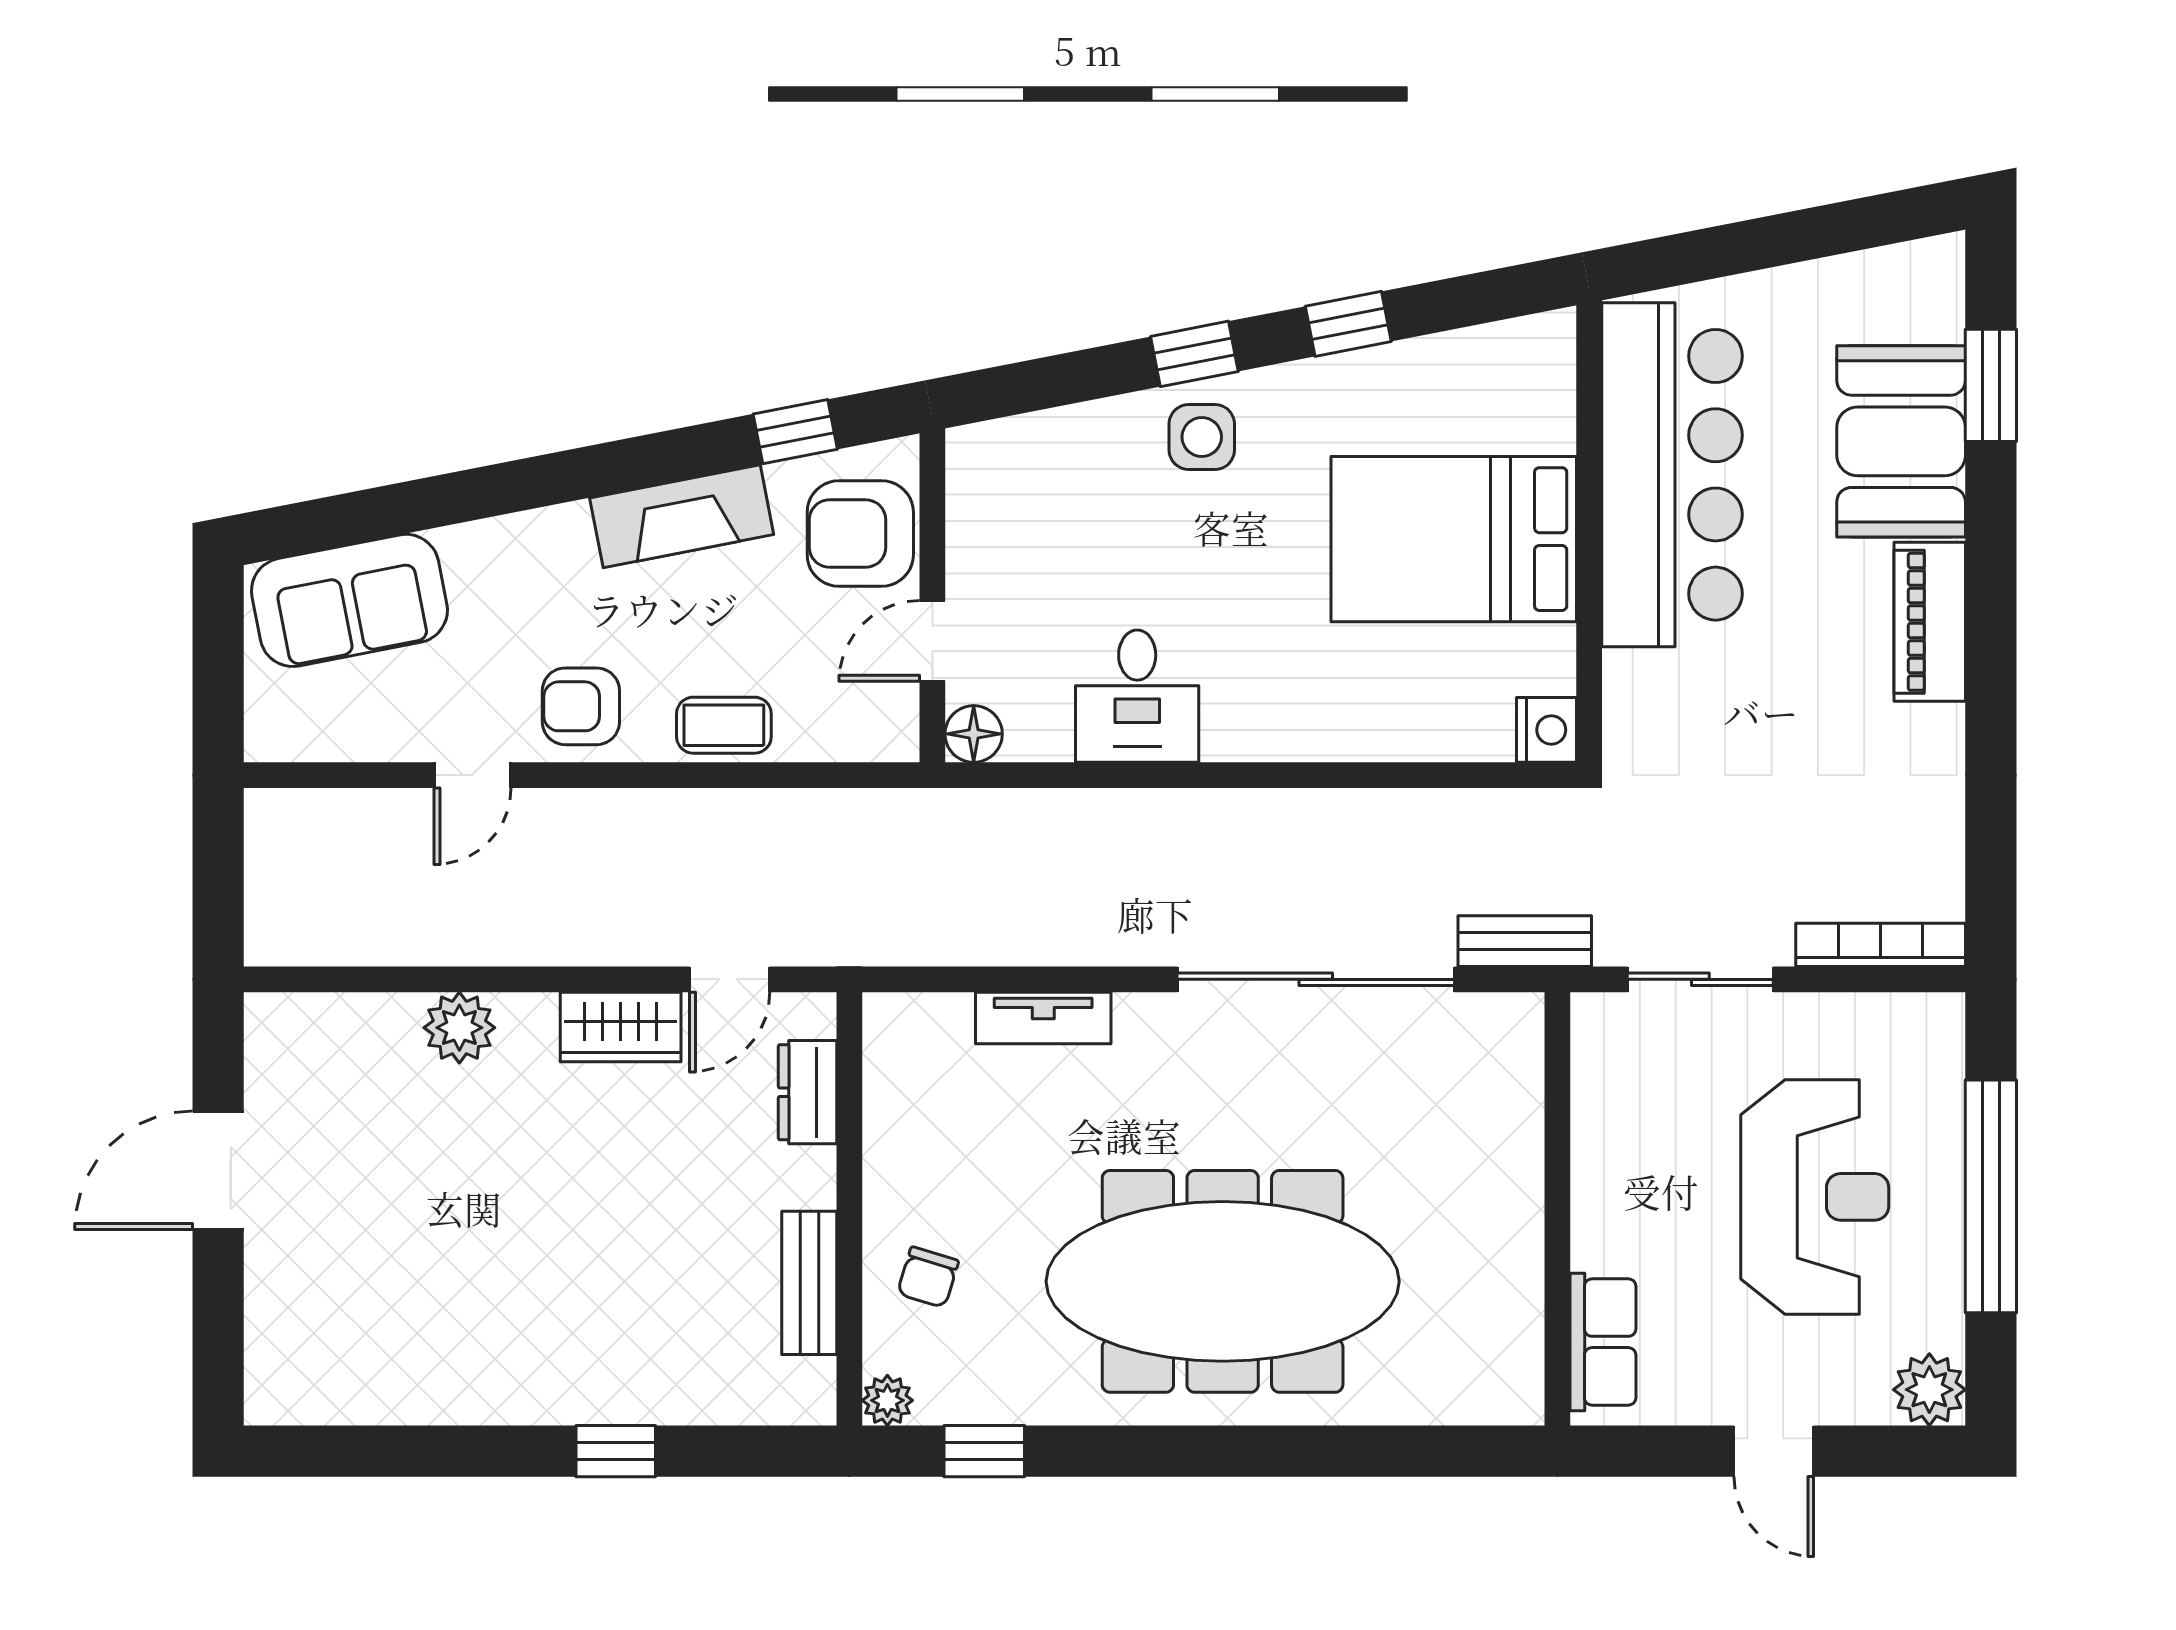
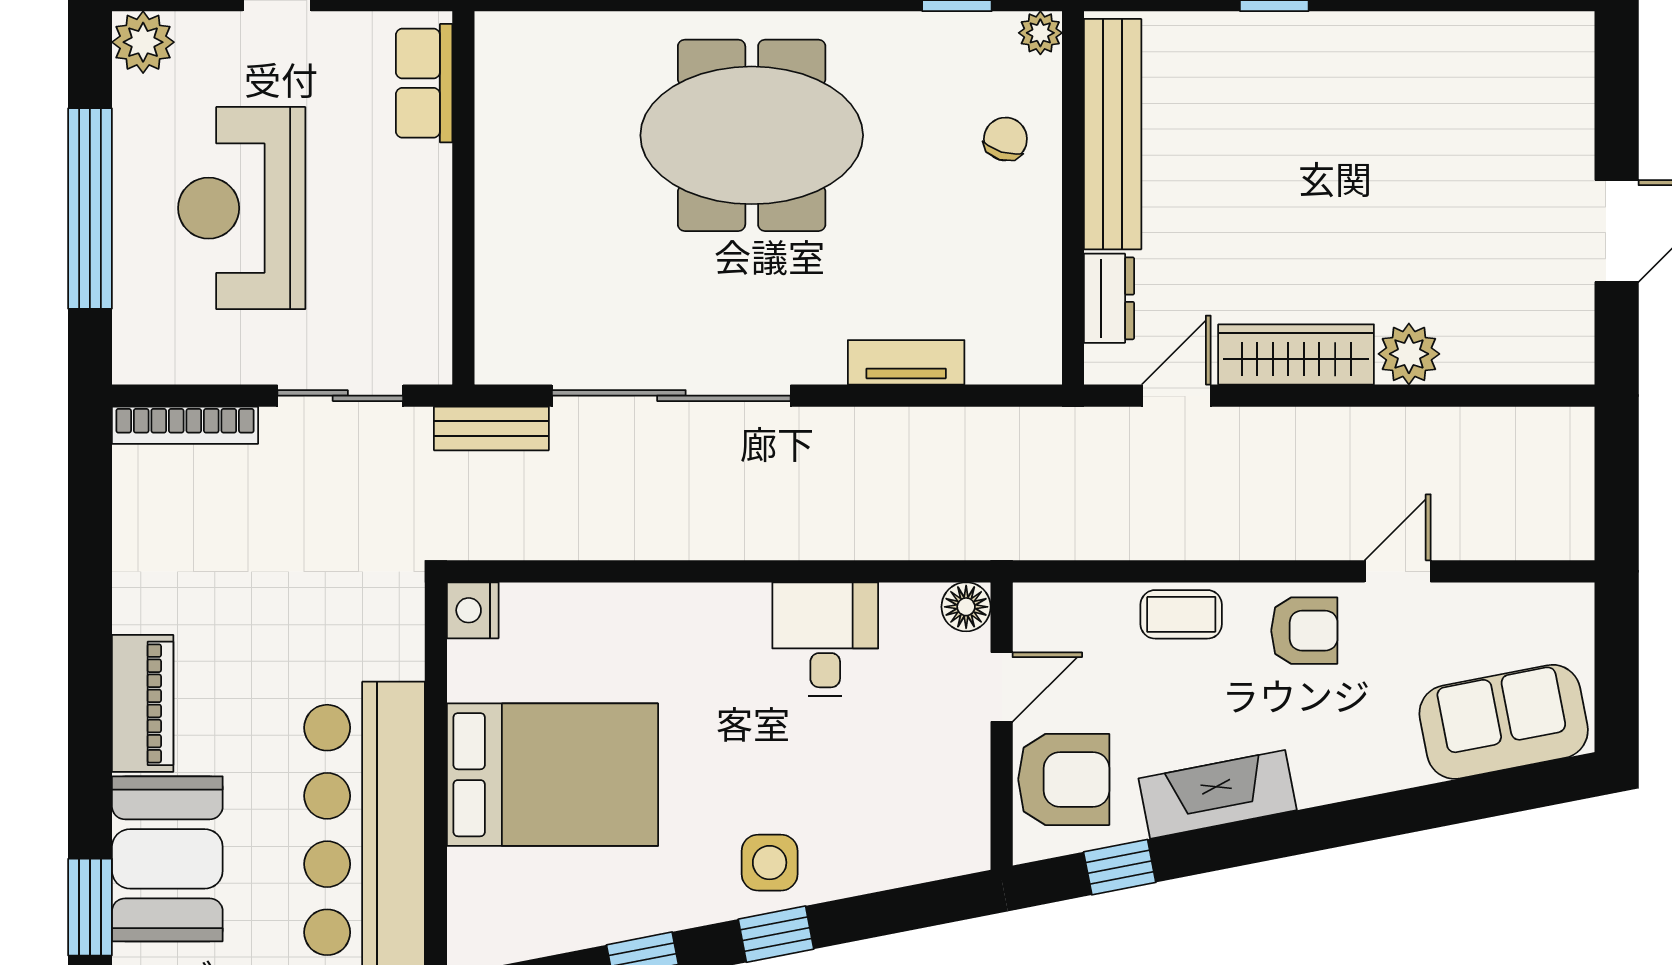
wardrobe: (621, 1027) -> (1296, 354), width x1.50
meeting table: (1223, 1281) -> (752, 135), width x0.73
bench: (809, 1283) -> (1113, 134), width x1.86, depth x1.21

